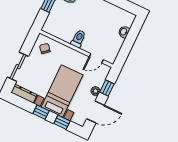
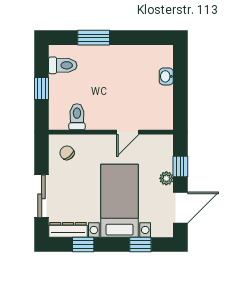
toilet: (78, 39) -> (77, 117), moved
door: (96, 58) -> (128, 132), moved
window: (41, 112) -> (83, 244), moved

